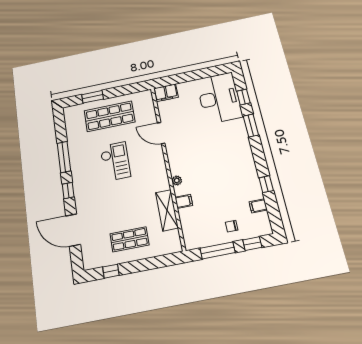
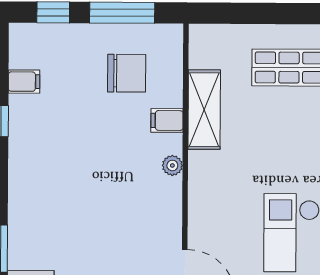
chair: (232, 226) -> (127, 73), moved, width x1.87, depth x1.87

